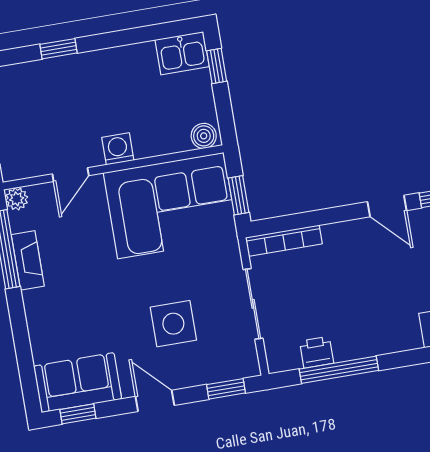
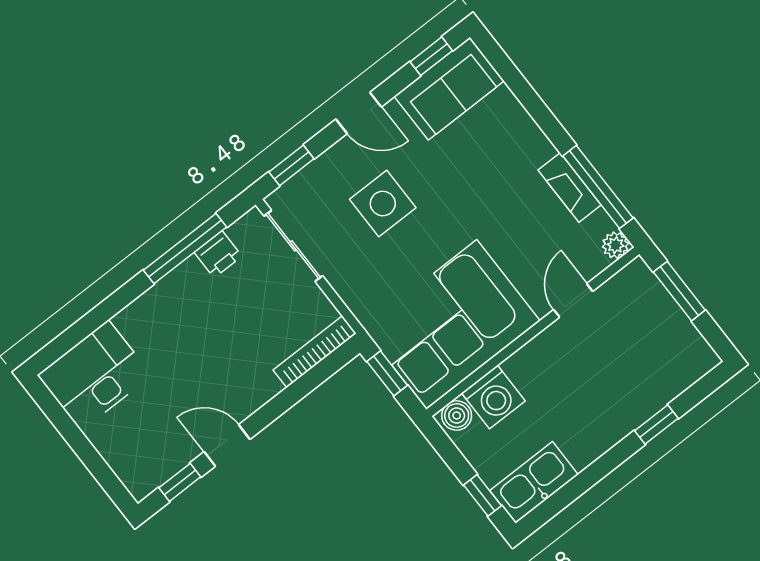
kitchen sink: (182, 53) -> (534, 483), width x1.38
washing machine: (118, 149) -> (493, 397), moved, width x1.38, depth x1.38
sliding door: (253, 304) -> (293, 246), moved

